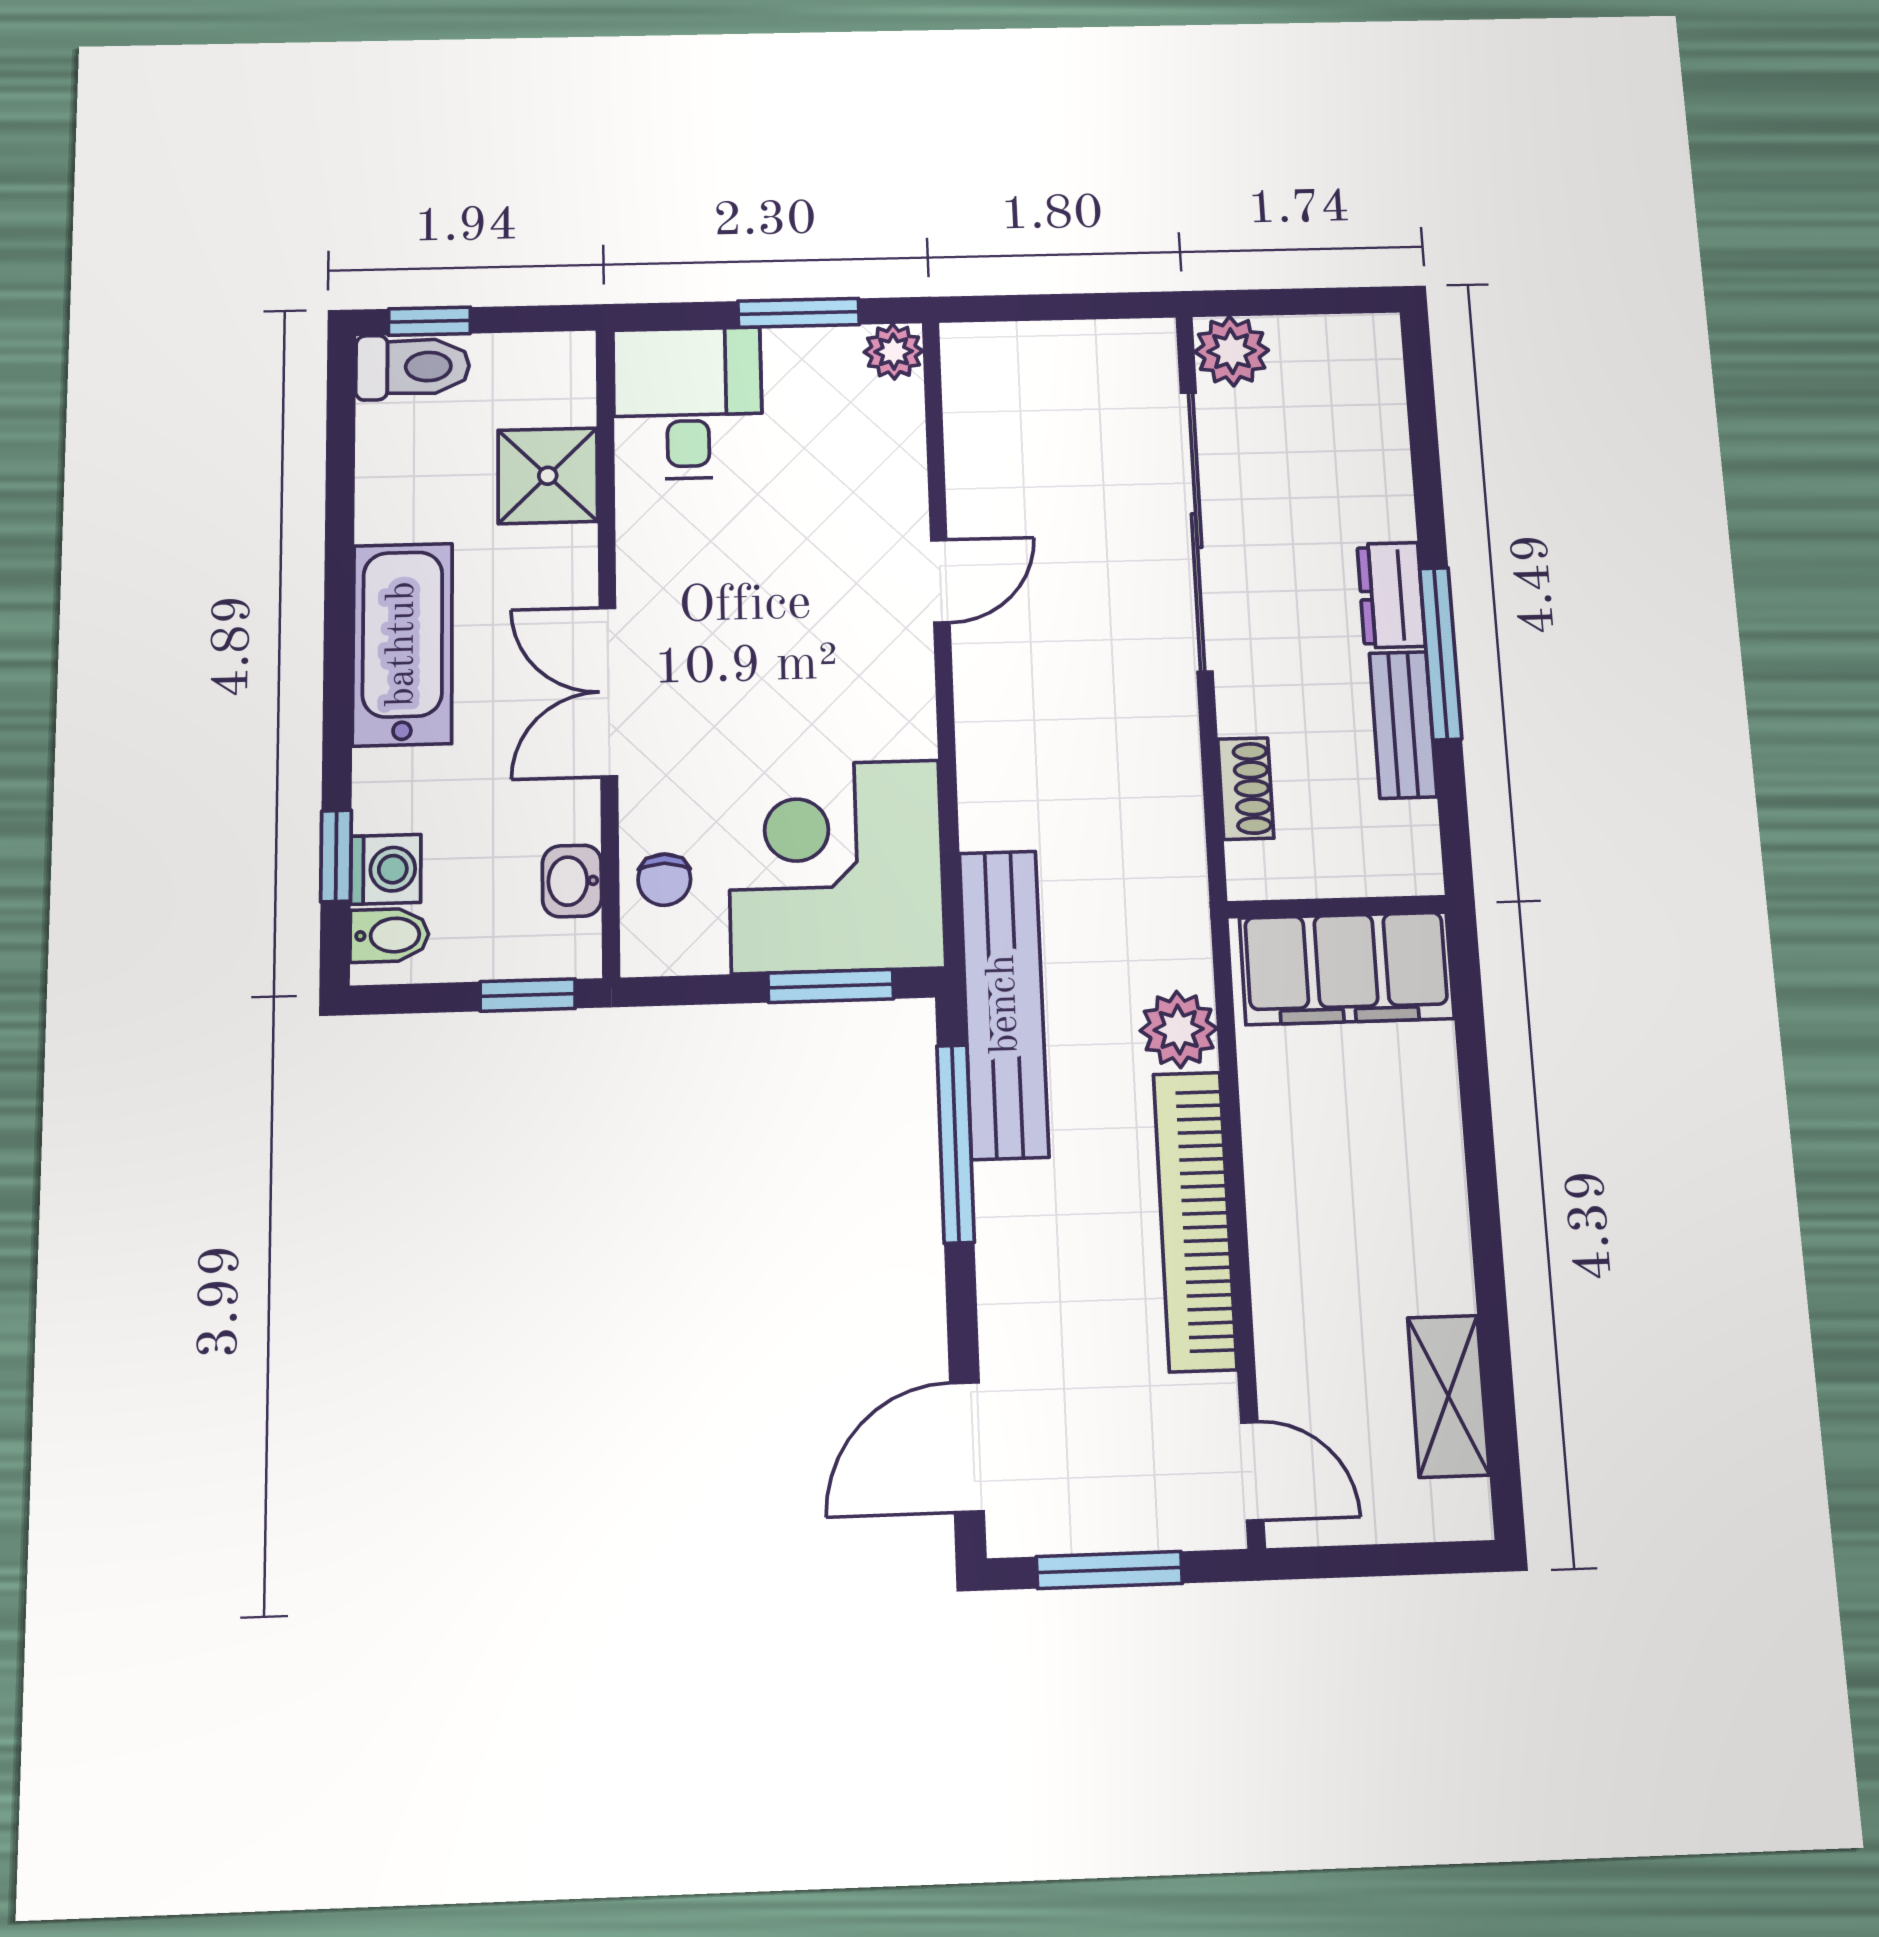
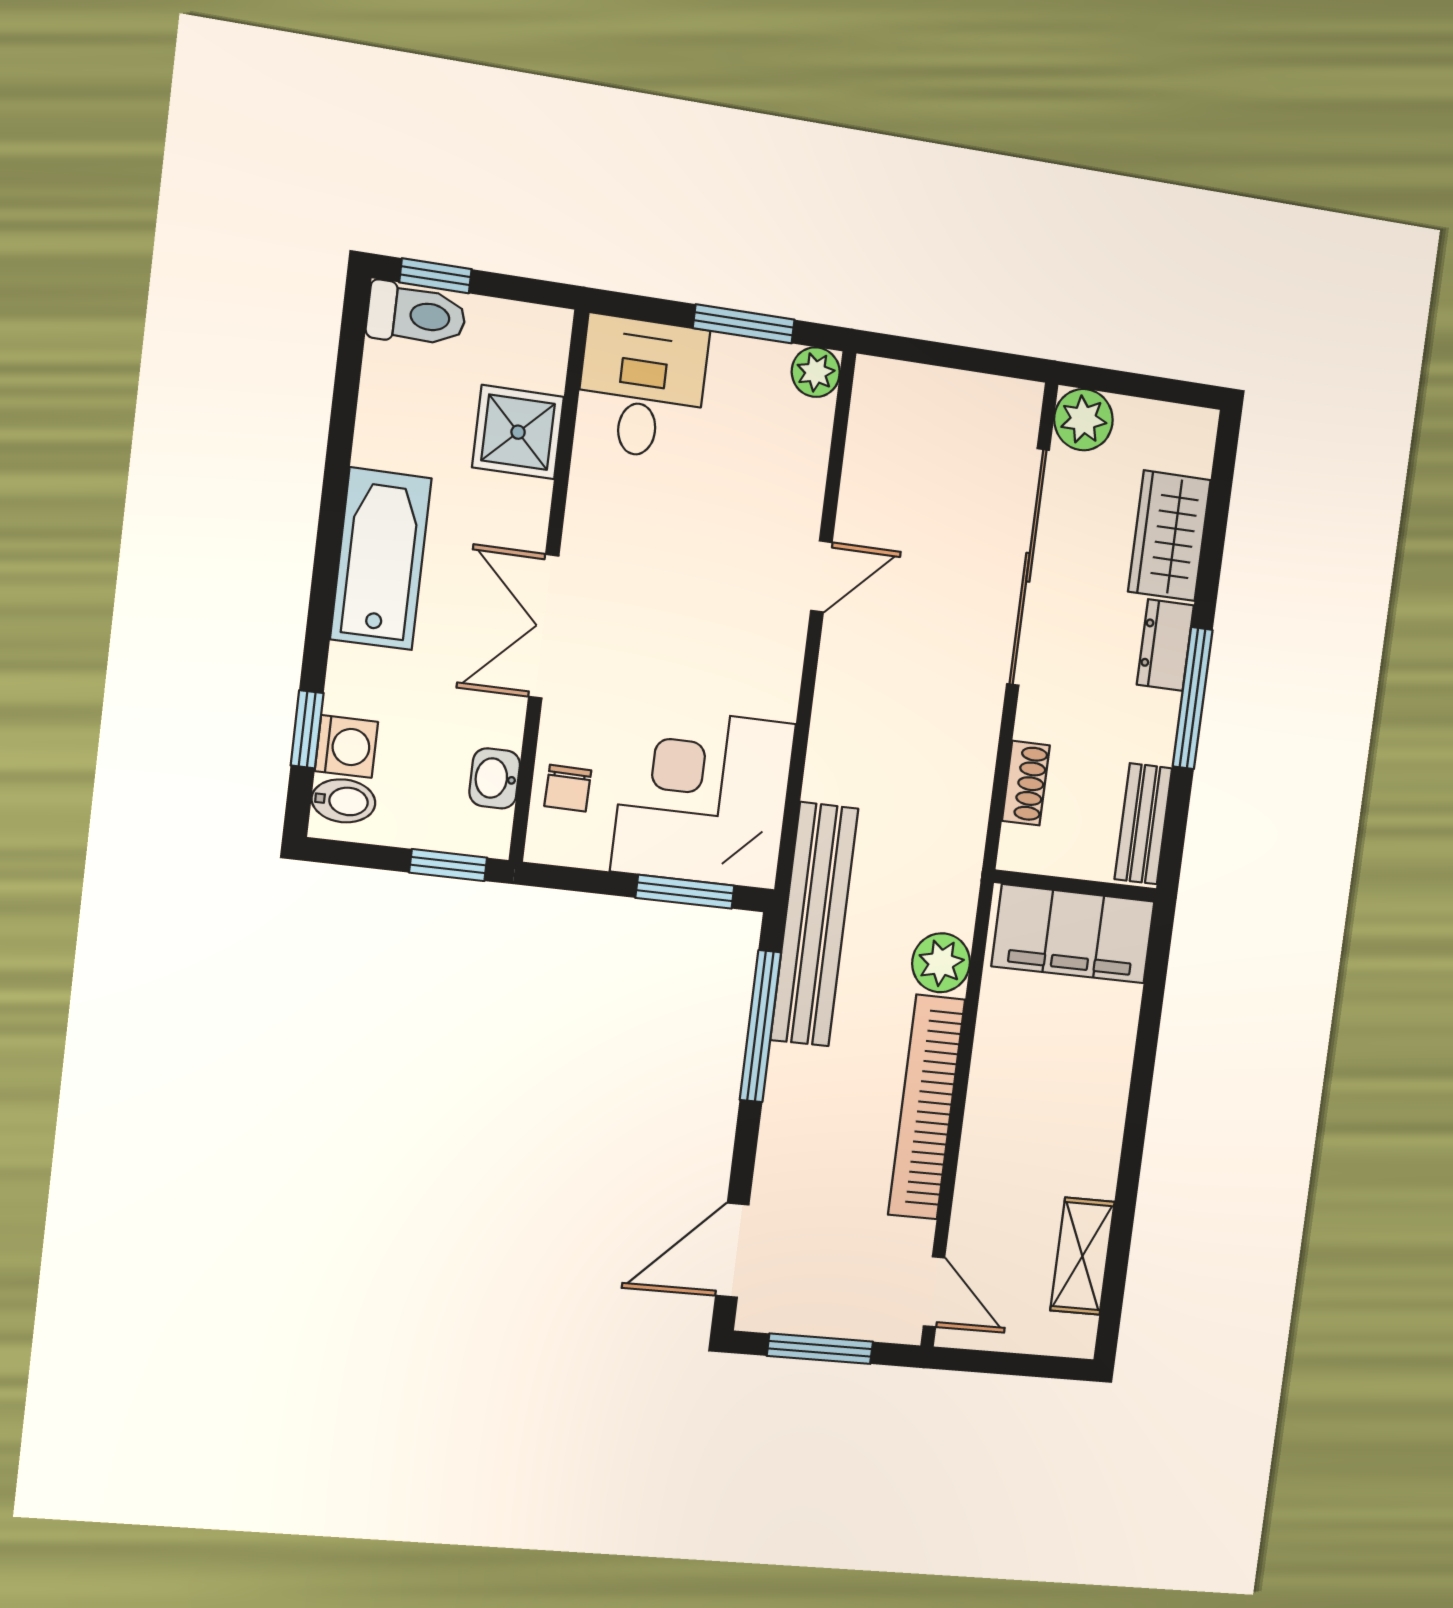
wardrobe: (1368, 466) -> (1169, 536), added
bench: (1403, 725) -> (1143, 824), moved

